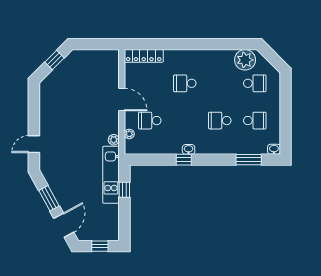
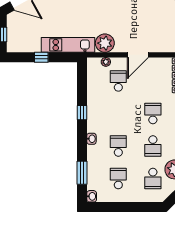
school desk: (220, 83) -> (153, 146), added
school desk: (255, 121) -> (118, 179), turned 180
plant: (114, 140) -> (105, 43), width x1.87, depth x1.87
washbasin: (189, 149) -> (91, 139), moved
window: (124, 190) -> (41, 57), moved

